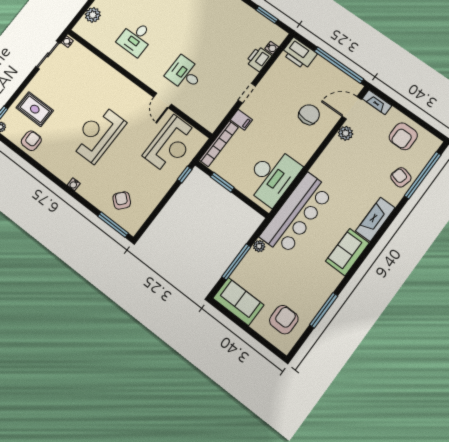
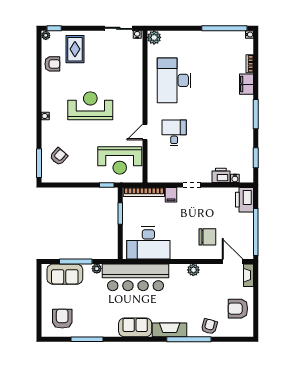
plant: (93, 15) -> (154, 37), moved
desk: (136, 38) -> (174, 80), width x1.87, depth x1.30
plant: (346, 133) -> (193, 270), moved
window: (423, 175) -> (189, 339), moved
sofa: (238, 302) -> (65, 274), moved, turned 90
armchair: (284, 320) -> (62, 319), turned -90

